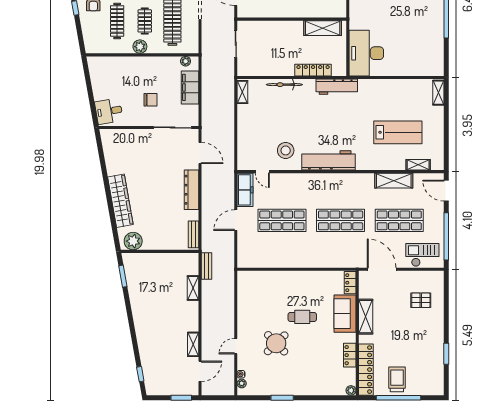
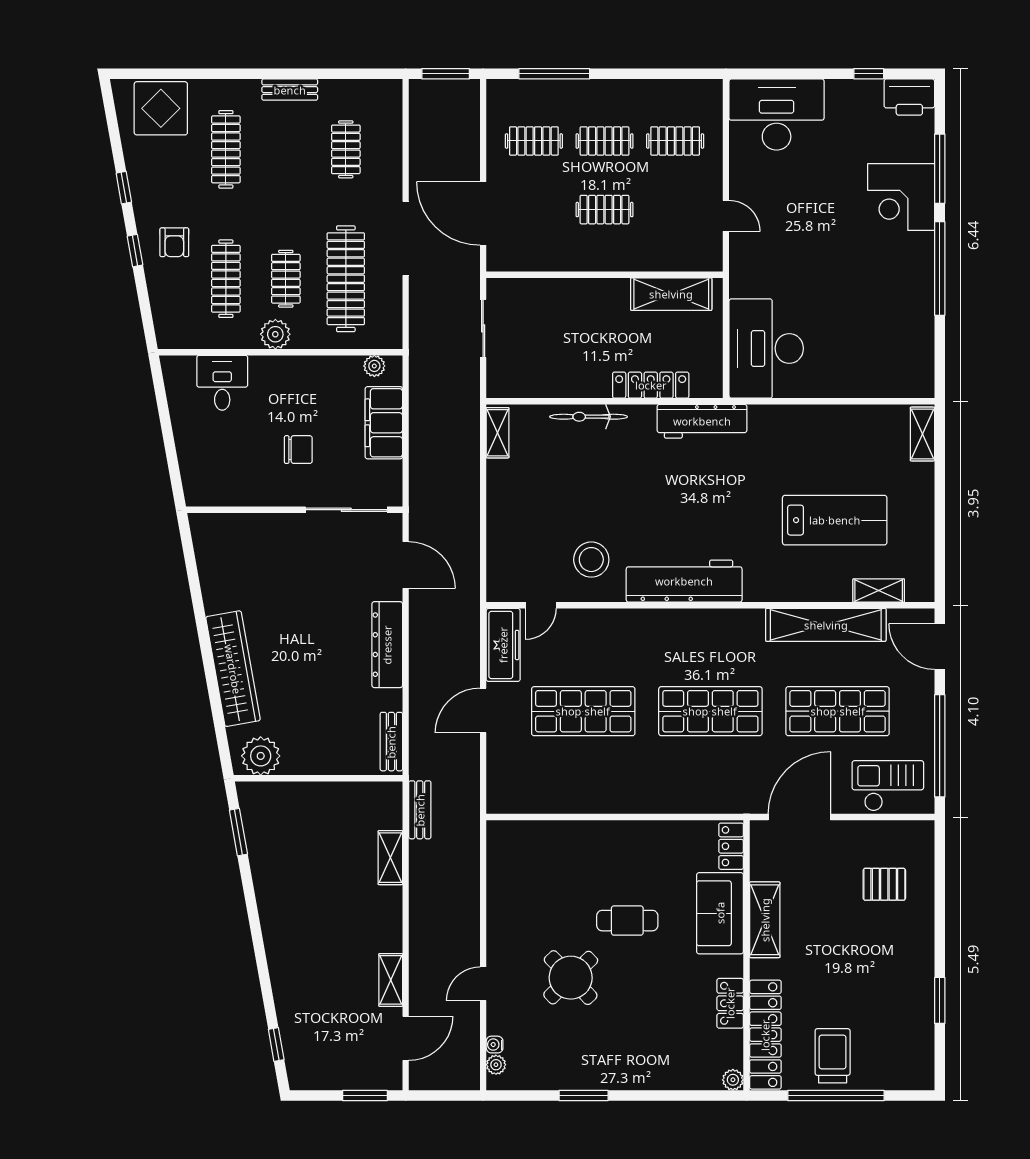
desk: (109, 111) -> (222, 383), moved, turned 100
door: (262, 172) -> (541, 605), hinge flipped
shelving: (394, 181) -> (826, 625), width x1.47
door: (382, 269) -> (799, 817), hinge flipped

